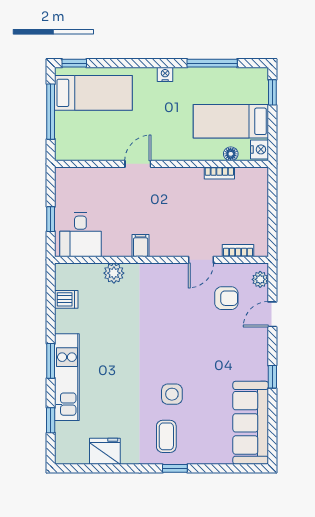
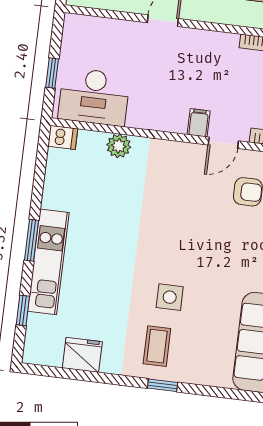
desk: (80, 235) -> (94, 97), width x1.37
filing cabinet: (141, 246) -> (199, 123), moved
dishwasher: (66, 299) -> (63, 137), moved

